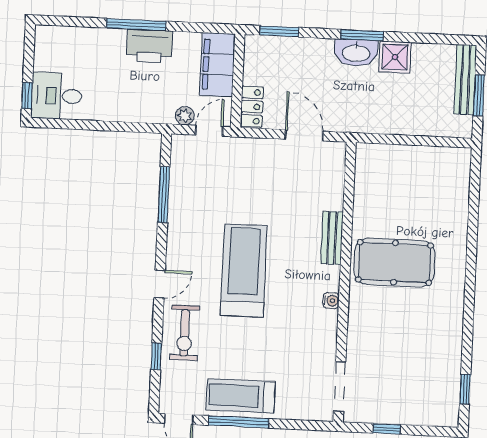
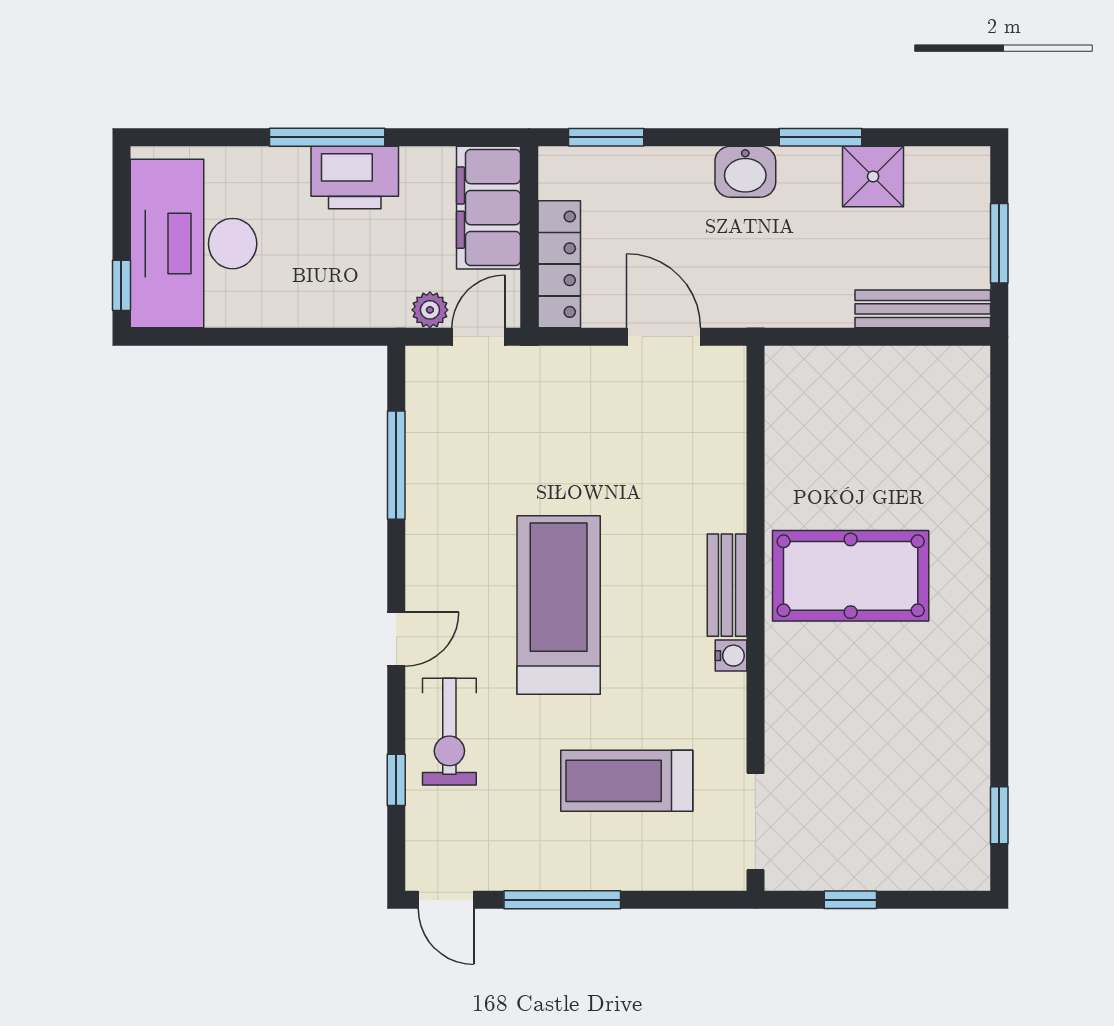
window: (362, 35) -> (820, 137), moved
washbasin: (356, 53) -> (745, 172), width x0.72
shower: (395, 57) -> (873, 176), moved
bench: (465, 79) -> (923, 309), moved, turned 90
desk: (57, 96) -> (193, 244), width x1.87, depth x1.30
locker: (252, 107) -> (559, 264), width x1.53
bench: (332, 238) -> (727, 585), moved
treadmill: (240, 396) -> (627, 781), moved

